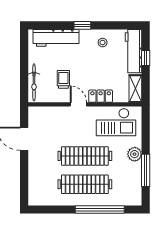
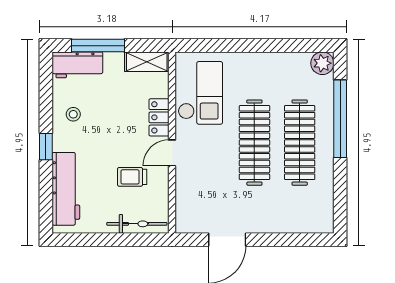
workbench: (133, 51) -> (77, 65), width x0.73
window: (146, 58) -> (98, 46), width x2.17
plant: (135, 154) -> (322, 63), moved
window: (146, 170) -> (277, 46), removed

